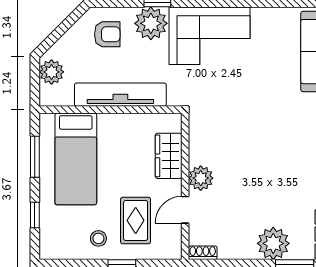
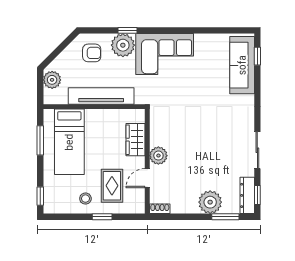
window: (35, 215) -> (40, 196), moved

